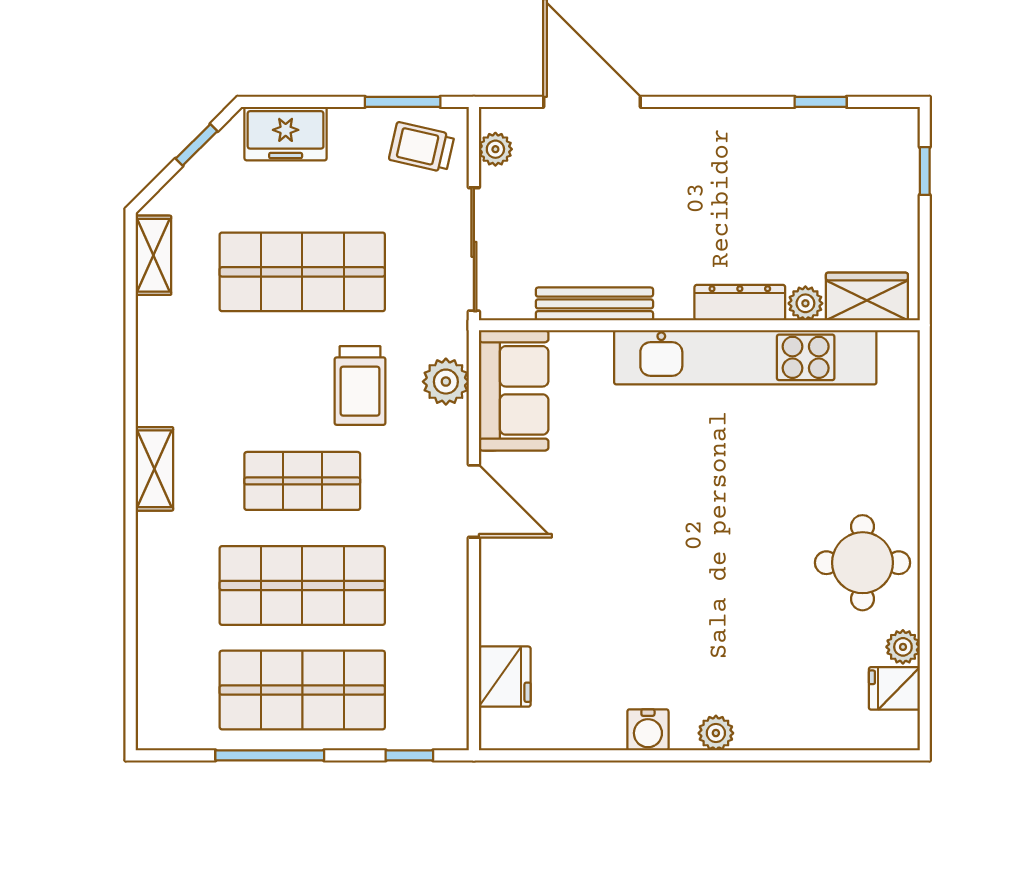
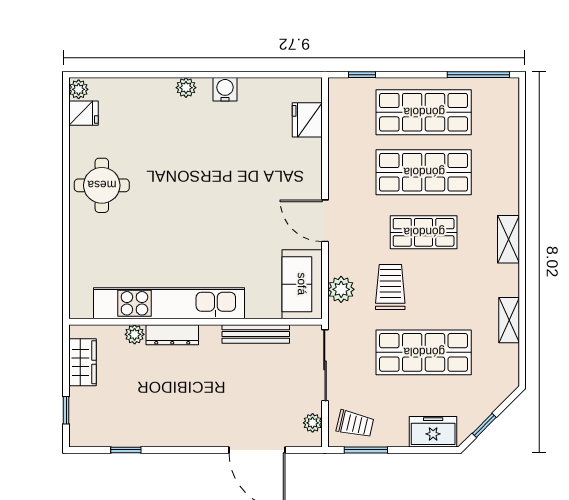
shelving: (153, 255) -> (509, 320), moved
wardrobe: (867, 297) -> (83, 362), moved, turned -90
plant: (903, 647) -> (79, 89), moved
window: (270, 755) -> (478, 75), moved

